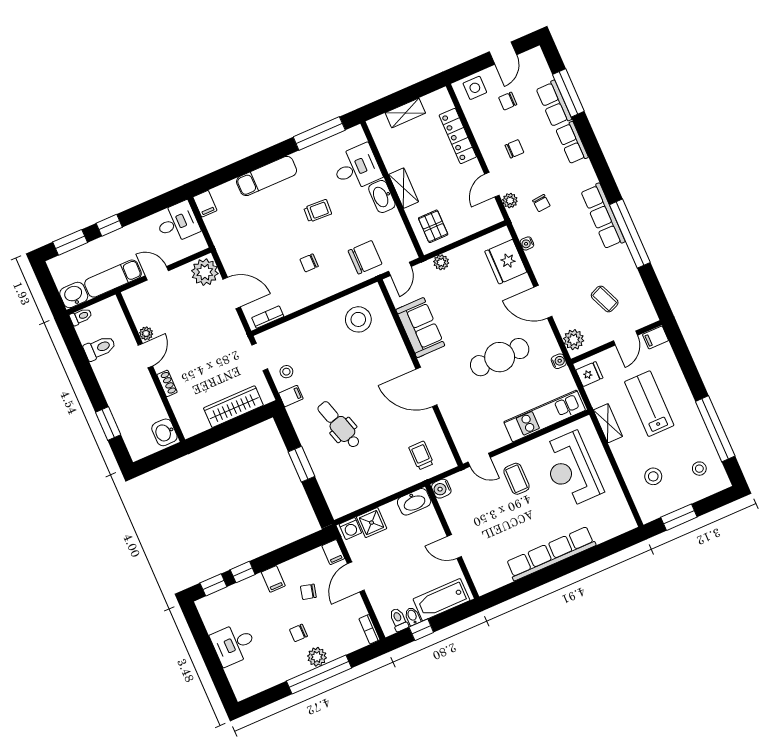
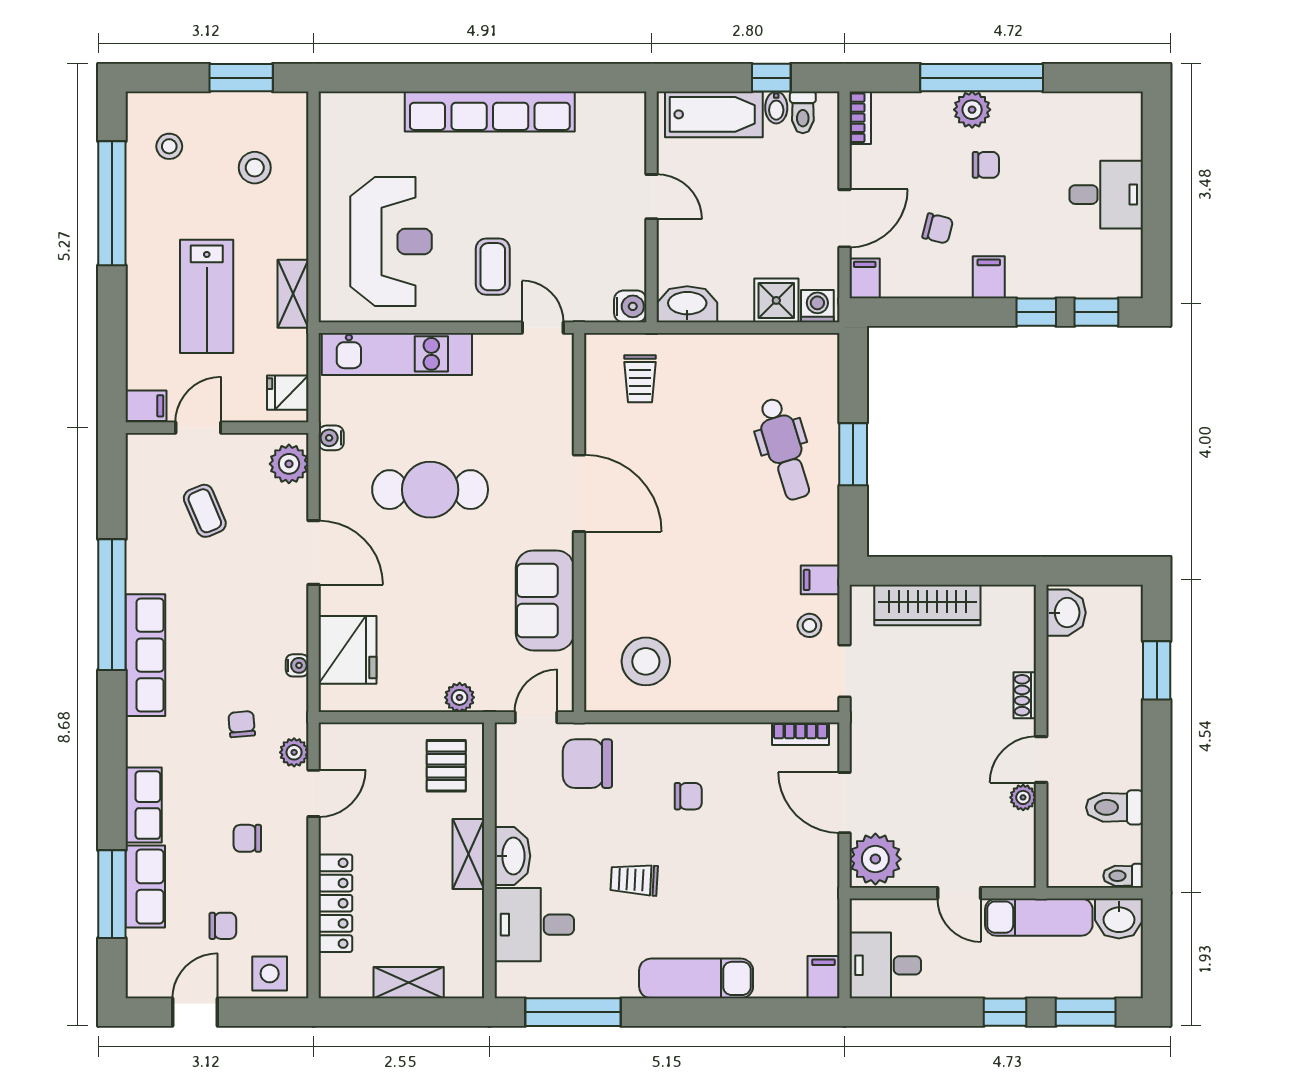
dental chair: (339, 425) -> (784, 449), moved

